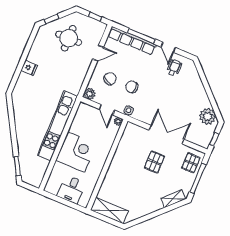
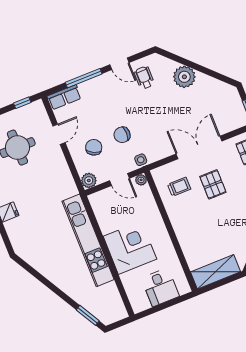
row of seats: (132, 41) -> (64, 97), width x0.50
plant: (208, 116) -> (184, 77), moved
trolley: (135, 145) -> (179, 187), added

